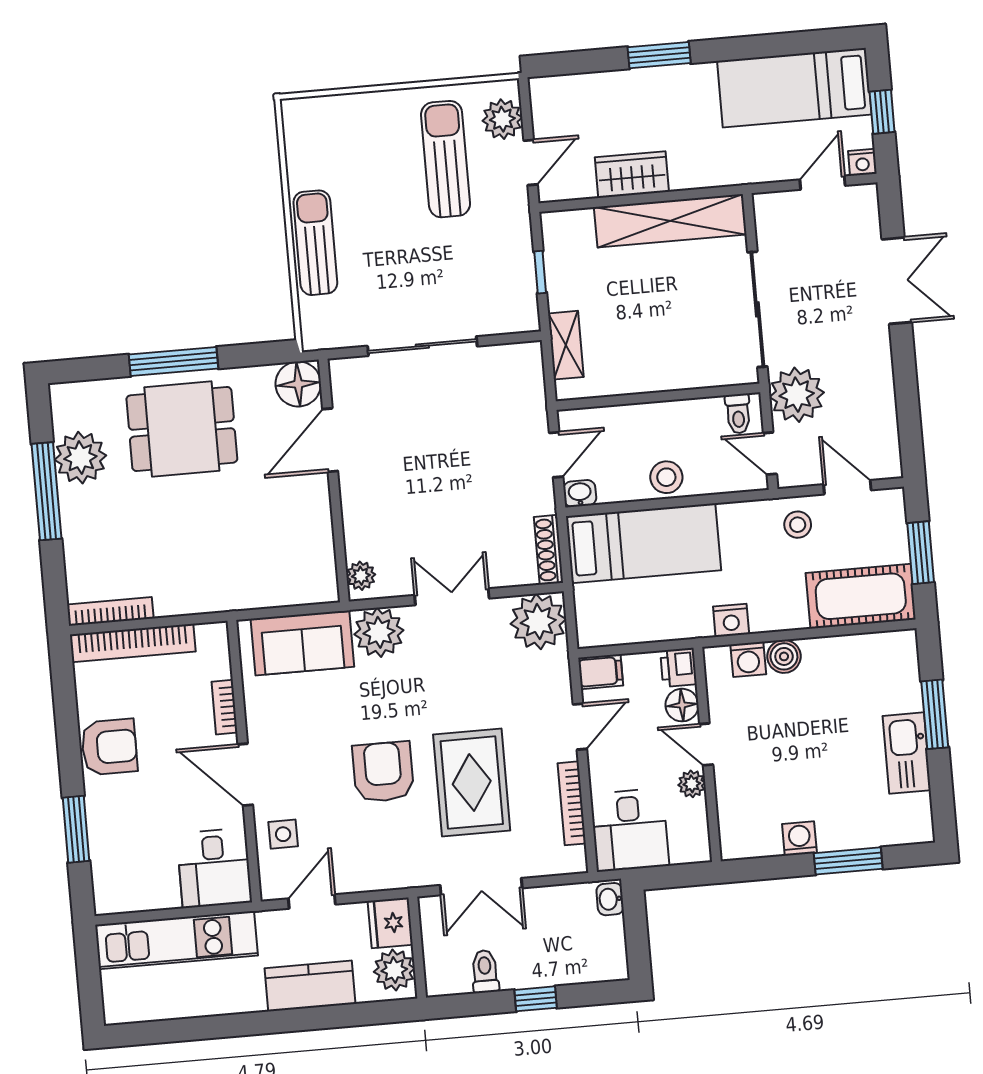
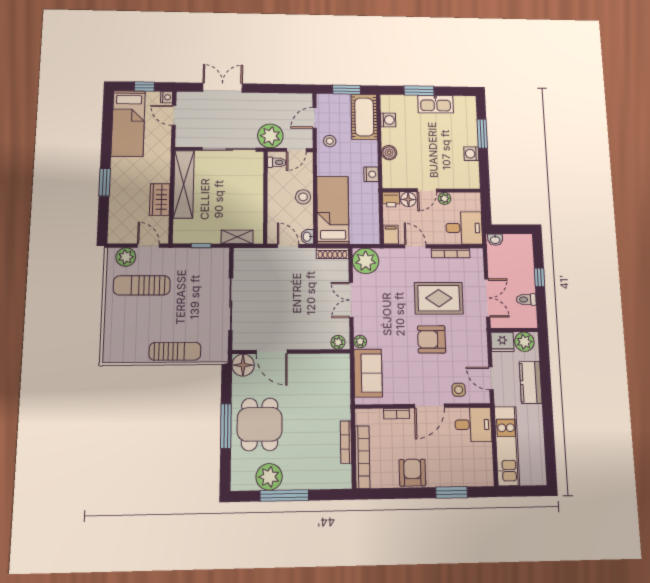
sun lounger: (315, 243) -> (175, 351), turned 180
bookcase: (110, 611) -> (346, 442), moved
plant: (379, 632) -> (360, 341), width x0.53, depth x0.53
washing machine: (748, 659) -> (388, 120), moved

